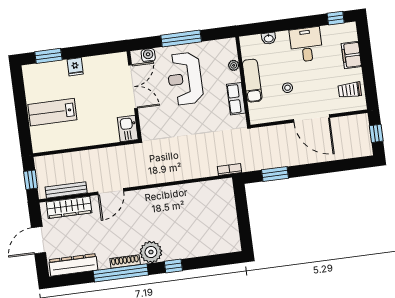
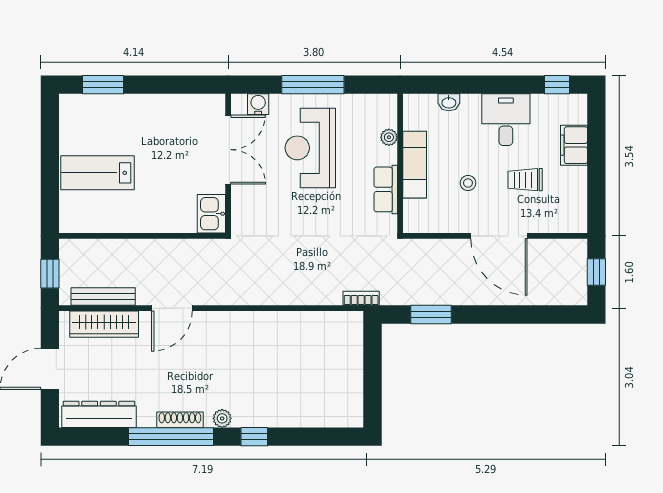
fridge: (75, 67) -> (142, 107), removed
trolley: (350, 90) -> (525, 180), moved
plant: (151, 252) -> (222, 418), width x0.53, depth x0.53

